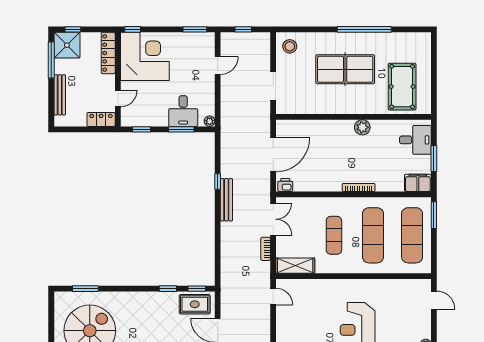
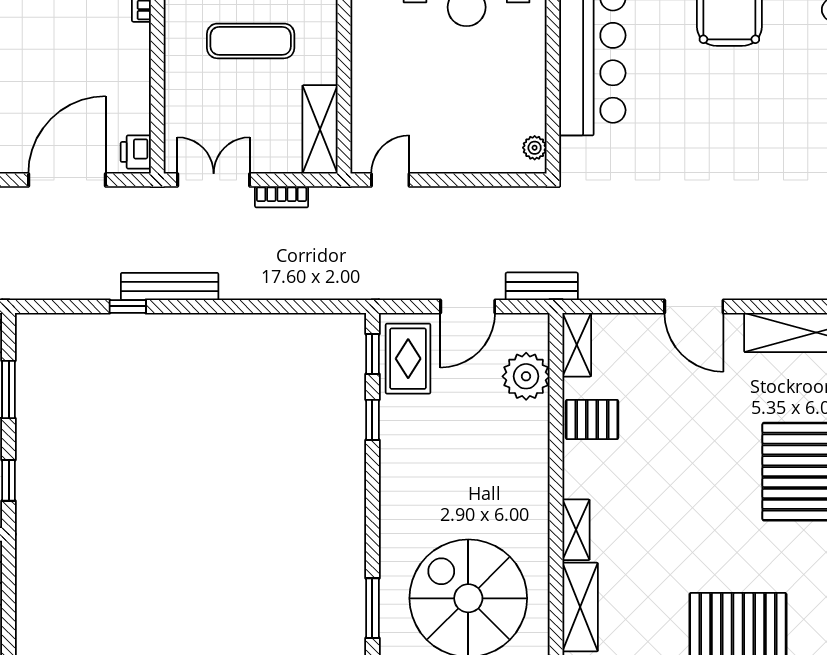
door: (273, 155) -> (67, 180), hinge flipped

